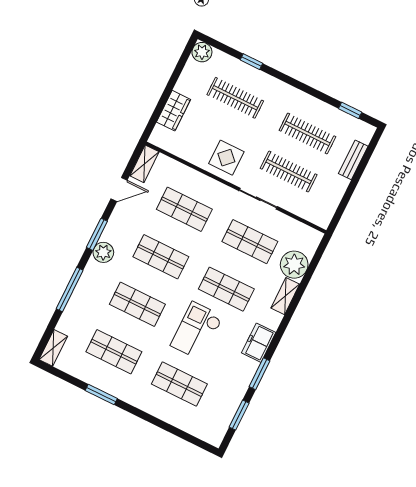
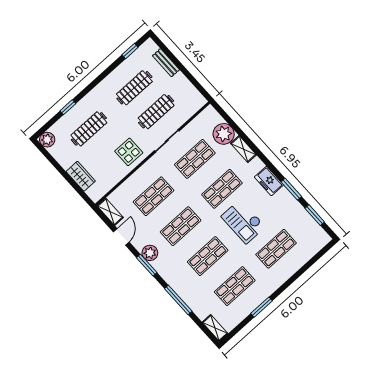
plant: (103, 252) -> (150, 253), moved

